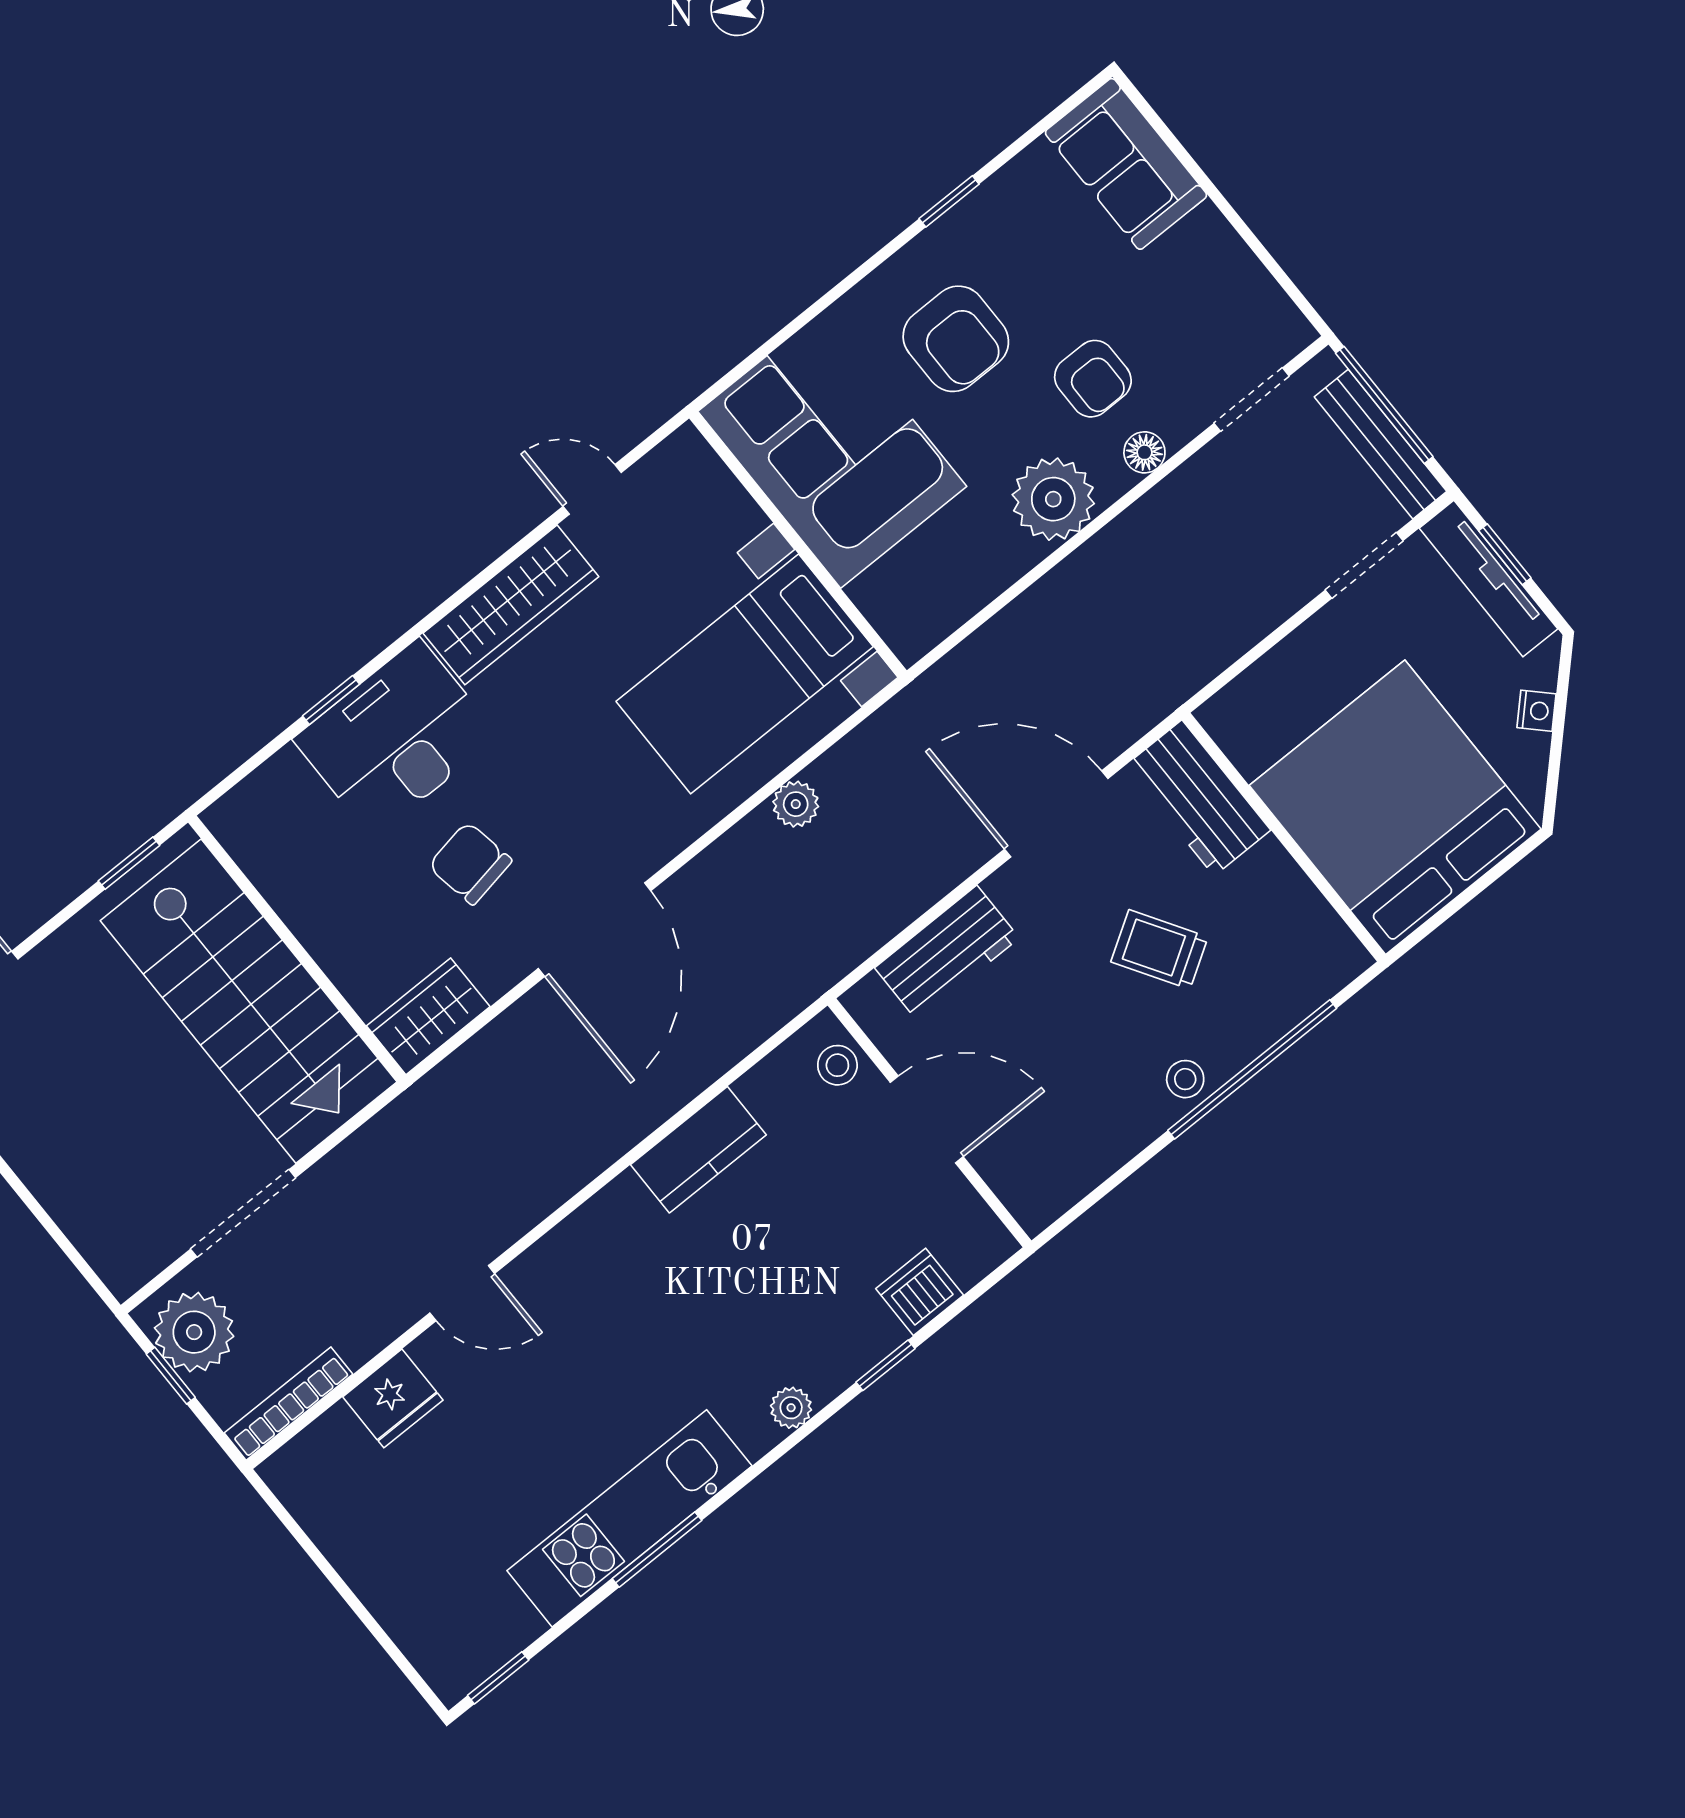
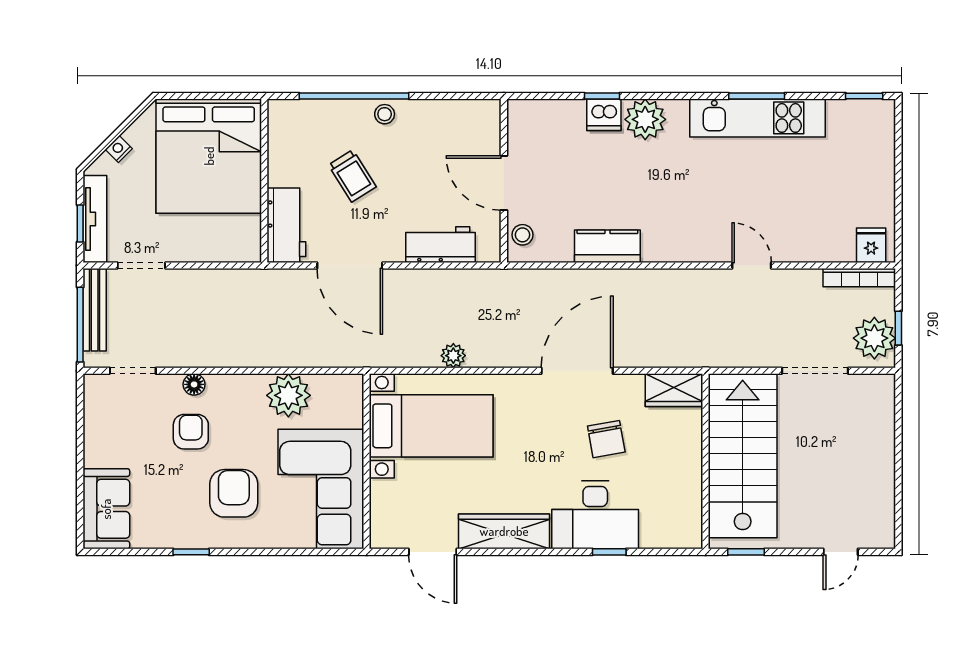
door: (592, 489) -> (433, 552), width x1.38
plant: (1053, 499) -> (288, 395), moved
dishwasher: (920, 1292) -> (604, 115), moved
fridge: (393, 1398) -> (871, 245), moved, width x0.72
plant: (791, 1408) -> (645, 119), width x1.87, depth x1.87

